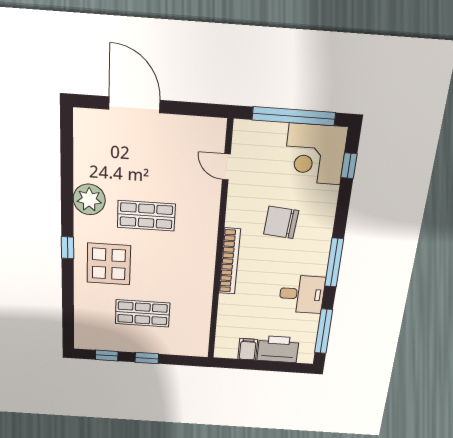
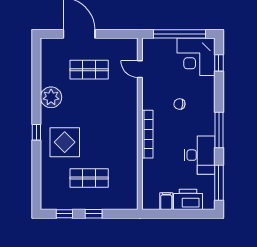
shop shelf: (146, 216) -> (89, 70), moved
chair: (281, 222) -> (179, 104), width x0.54, depth x0.54
desk: (302, 294) -> (200, 155), width x1.37

